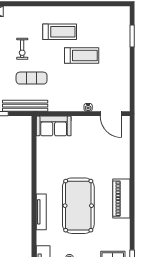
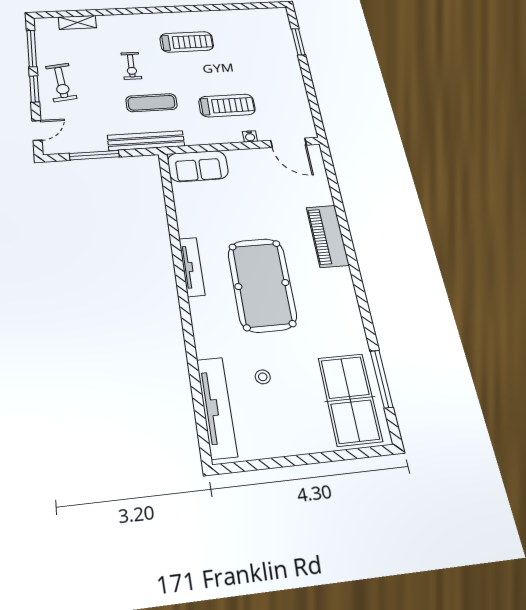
treadmill: (82, 55) -> (227, 106), moved
piano: (121, 199) -> (328, 236), moved
tv unit: (41, 212) -> (192, 267), moved

